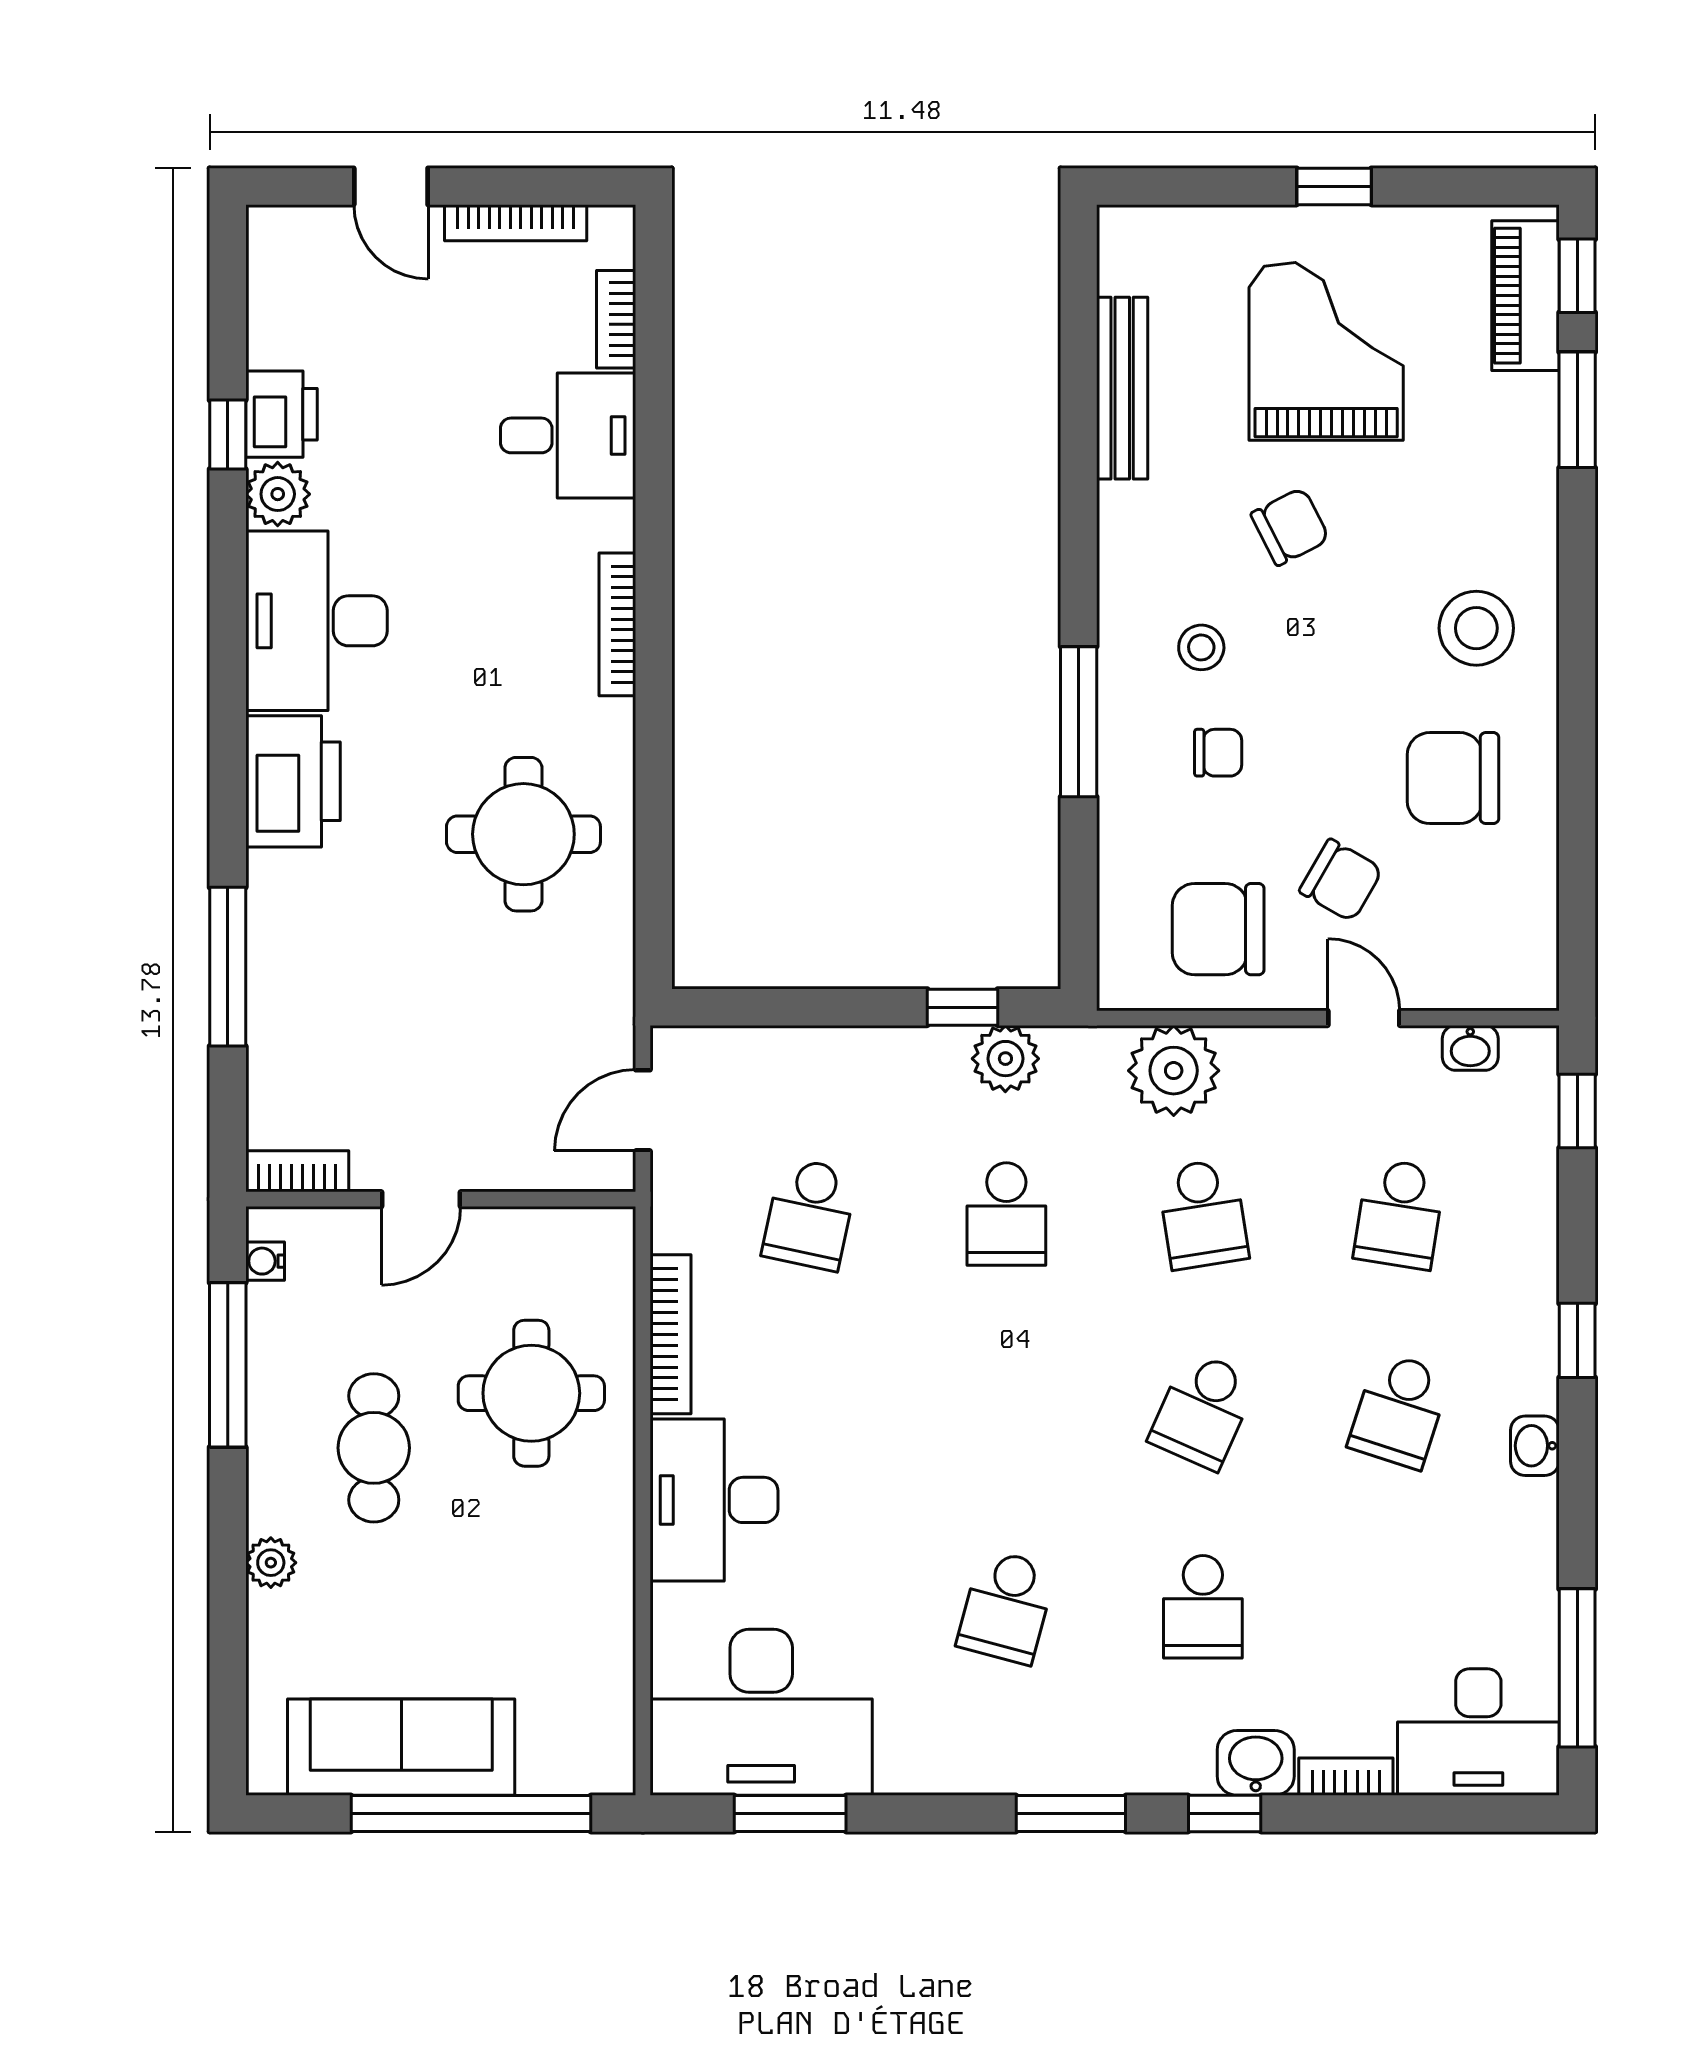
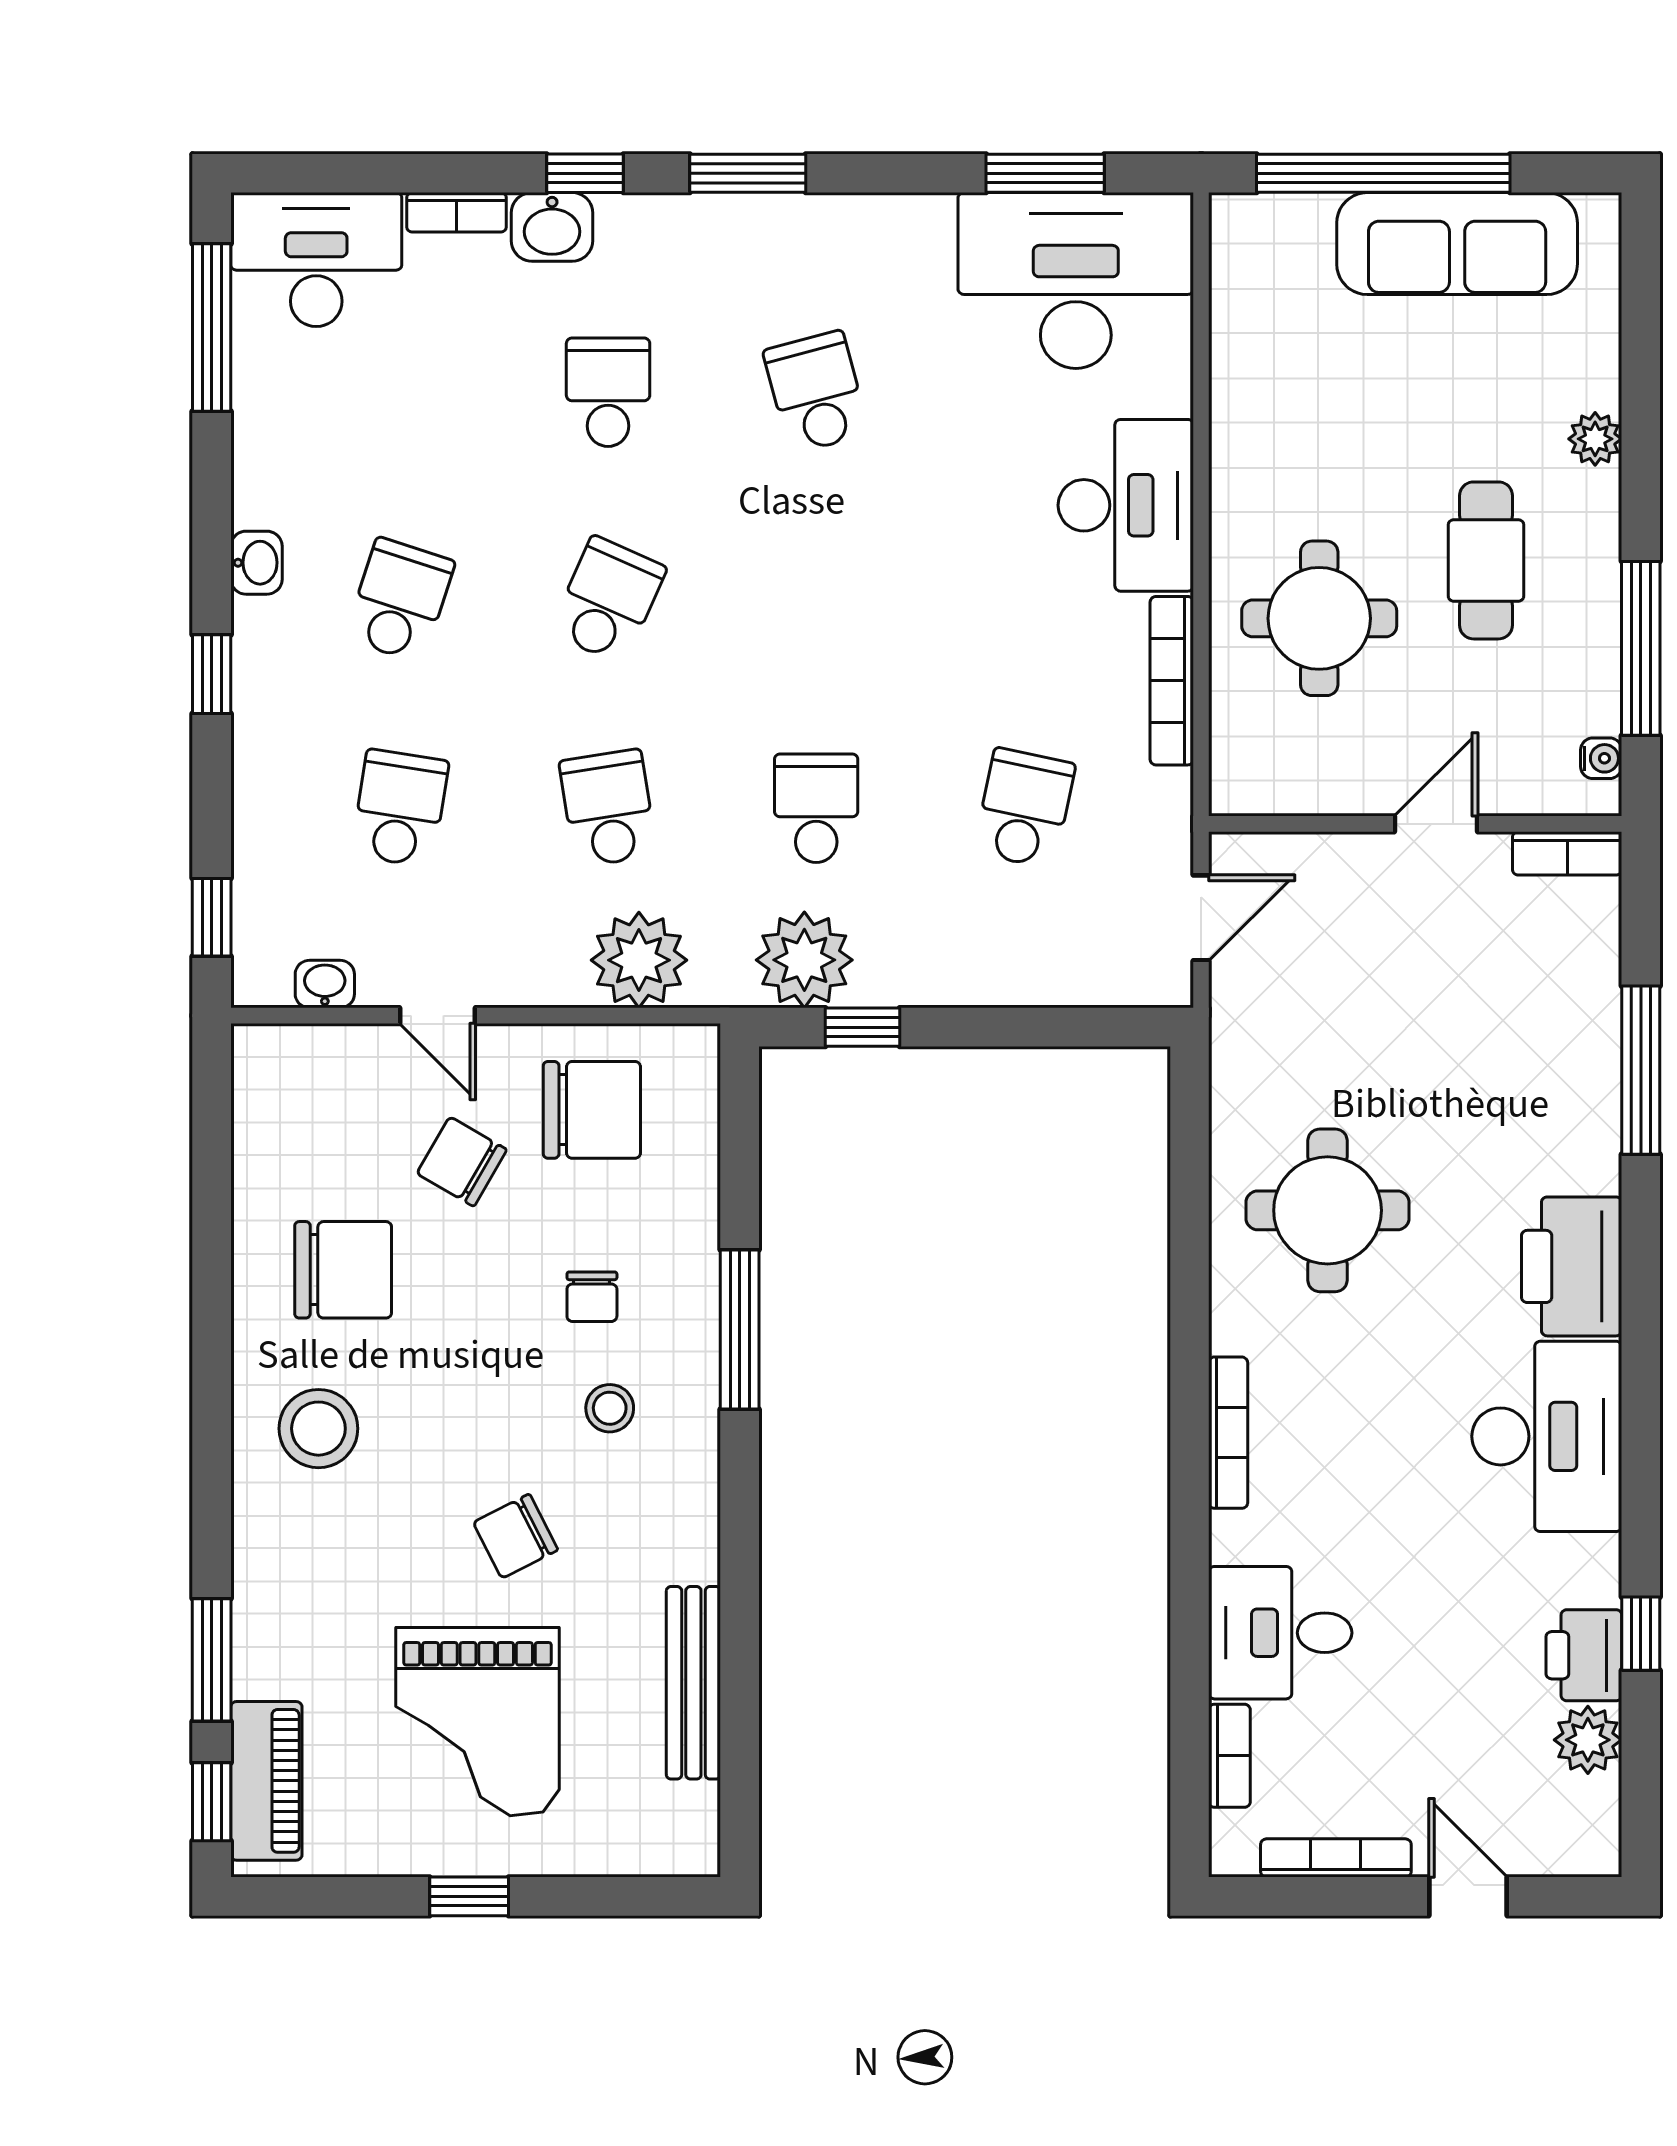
plant: (278, 494) -> (1588, 1740), moved
chair: (1218, 753) -> (592, 1297), turned -90
plant: (1005, 1059) -> (804, 960), width x1.36, depth x1.36
school desk: (1006, 1607) -> (816, 392), turned -30

